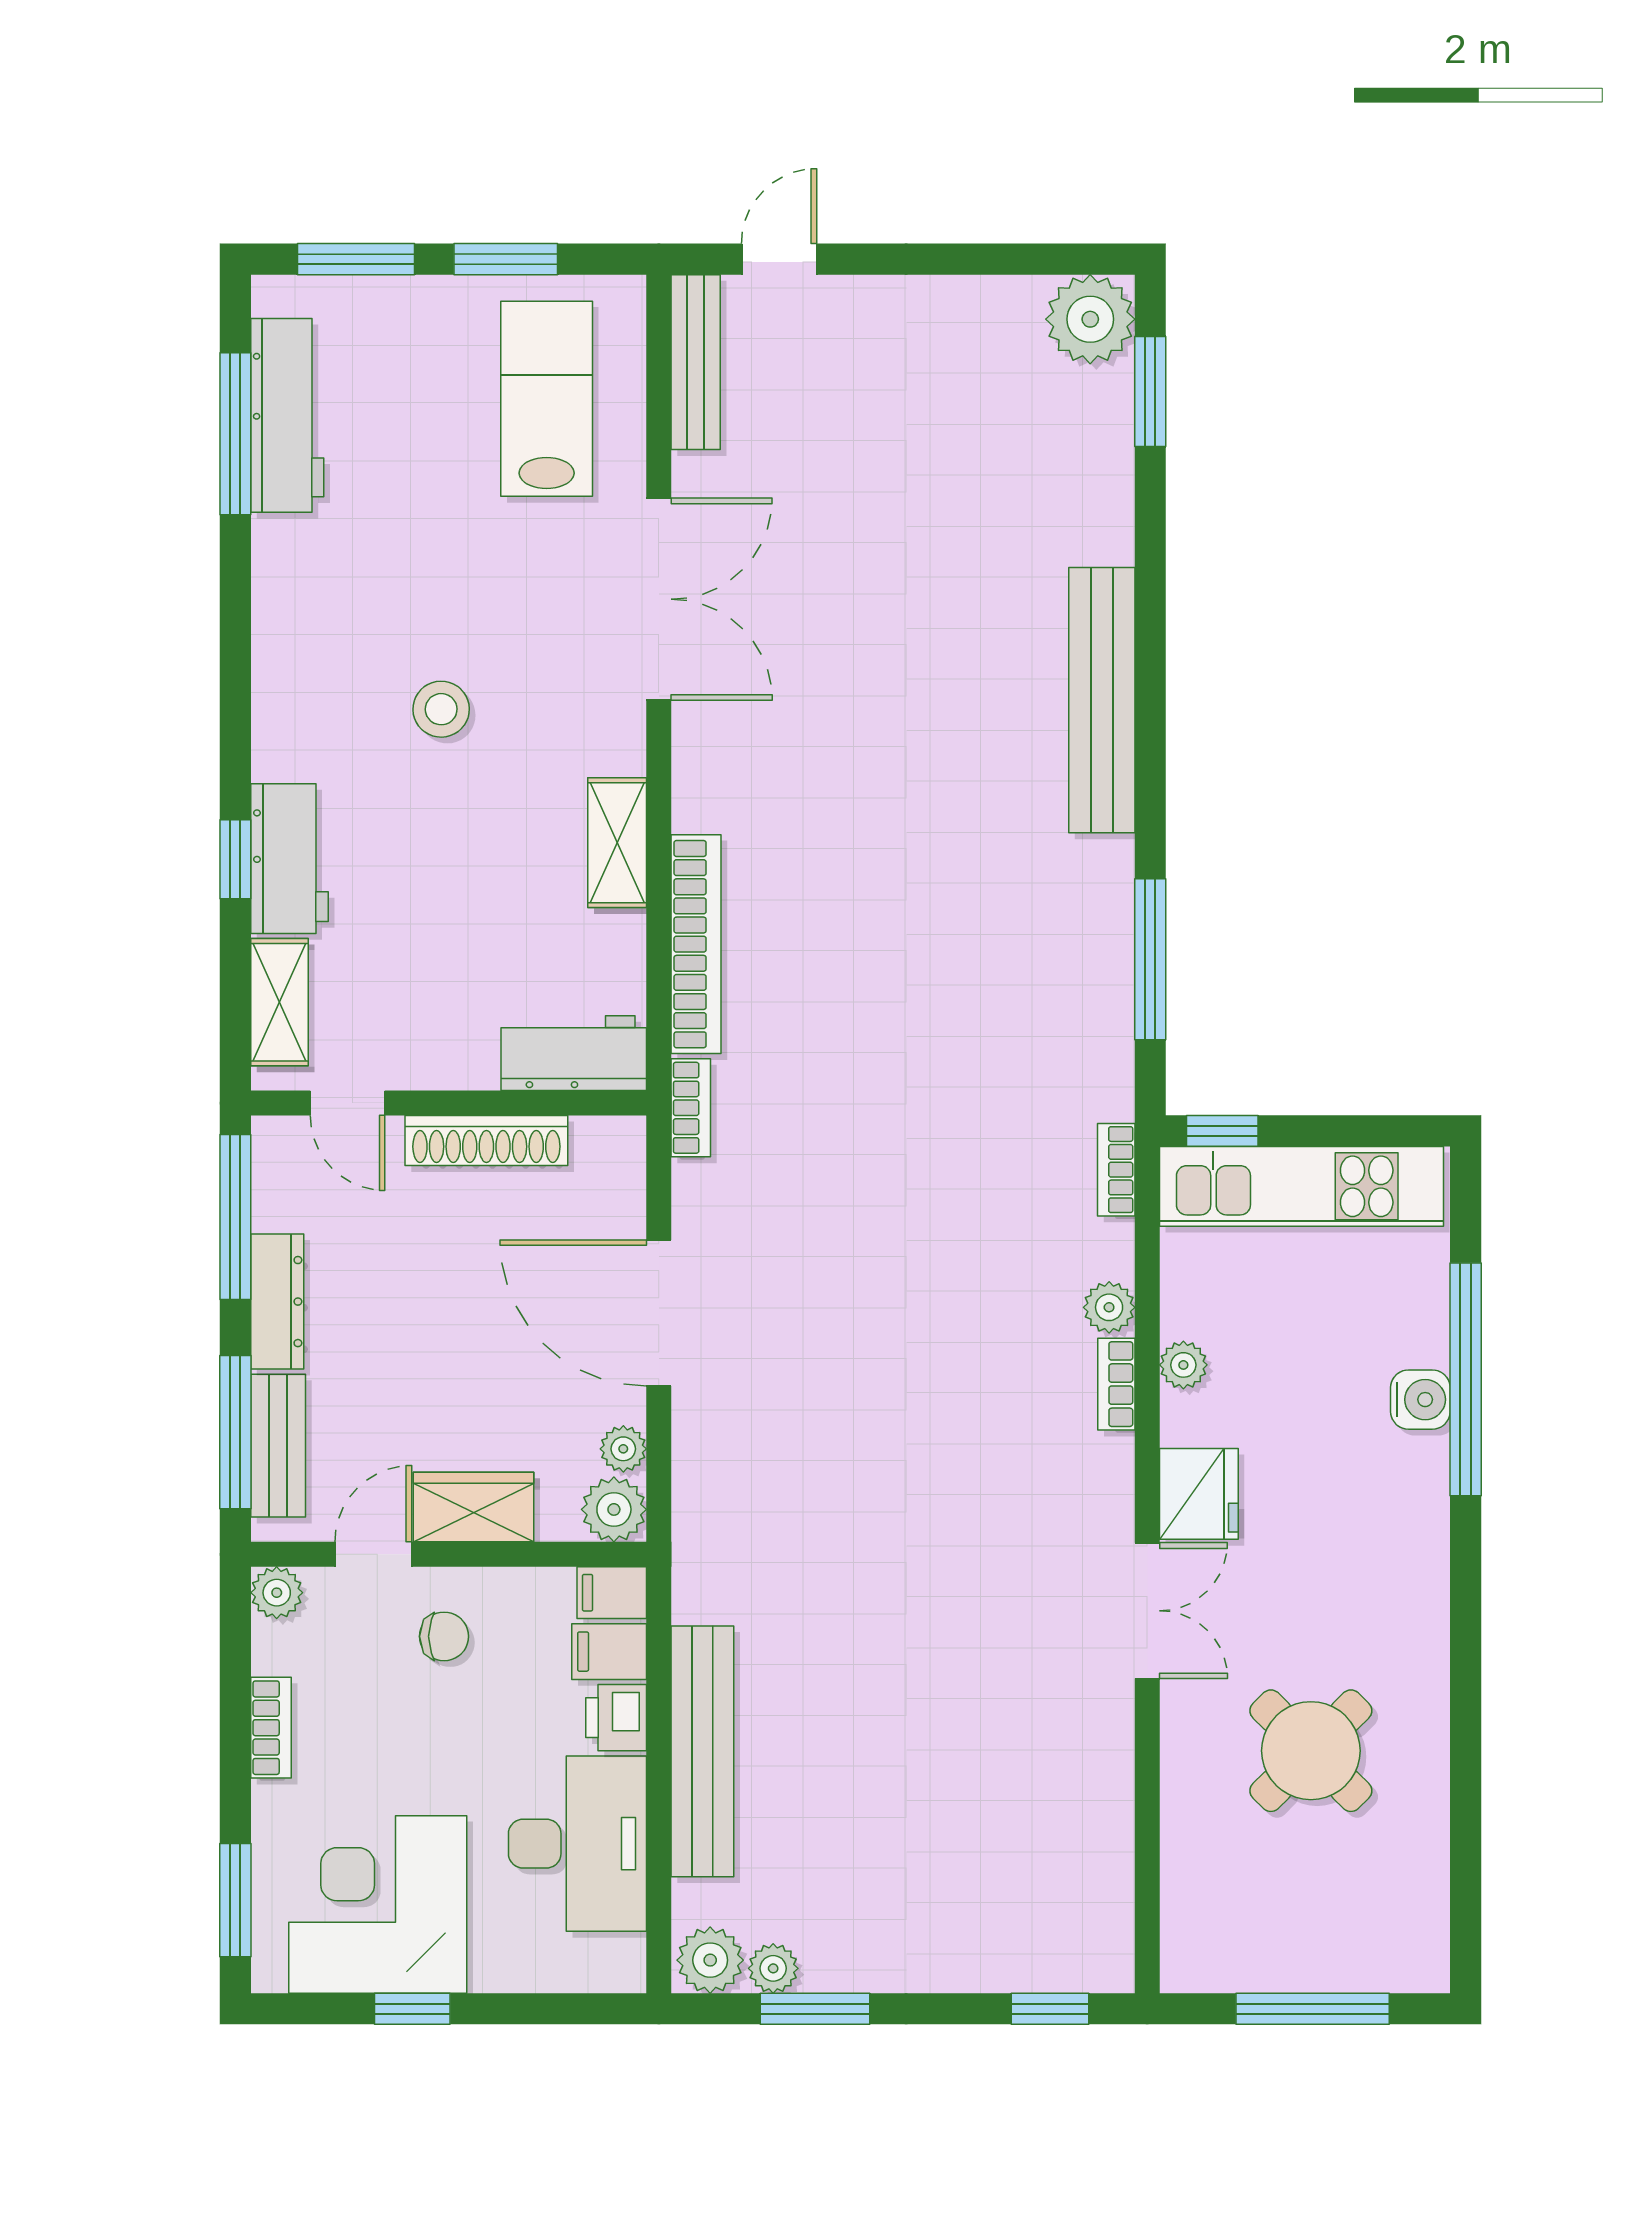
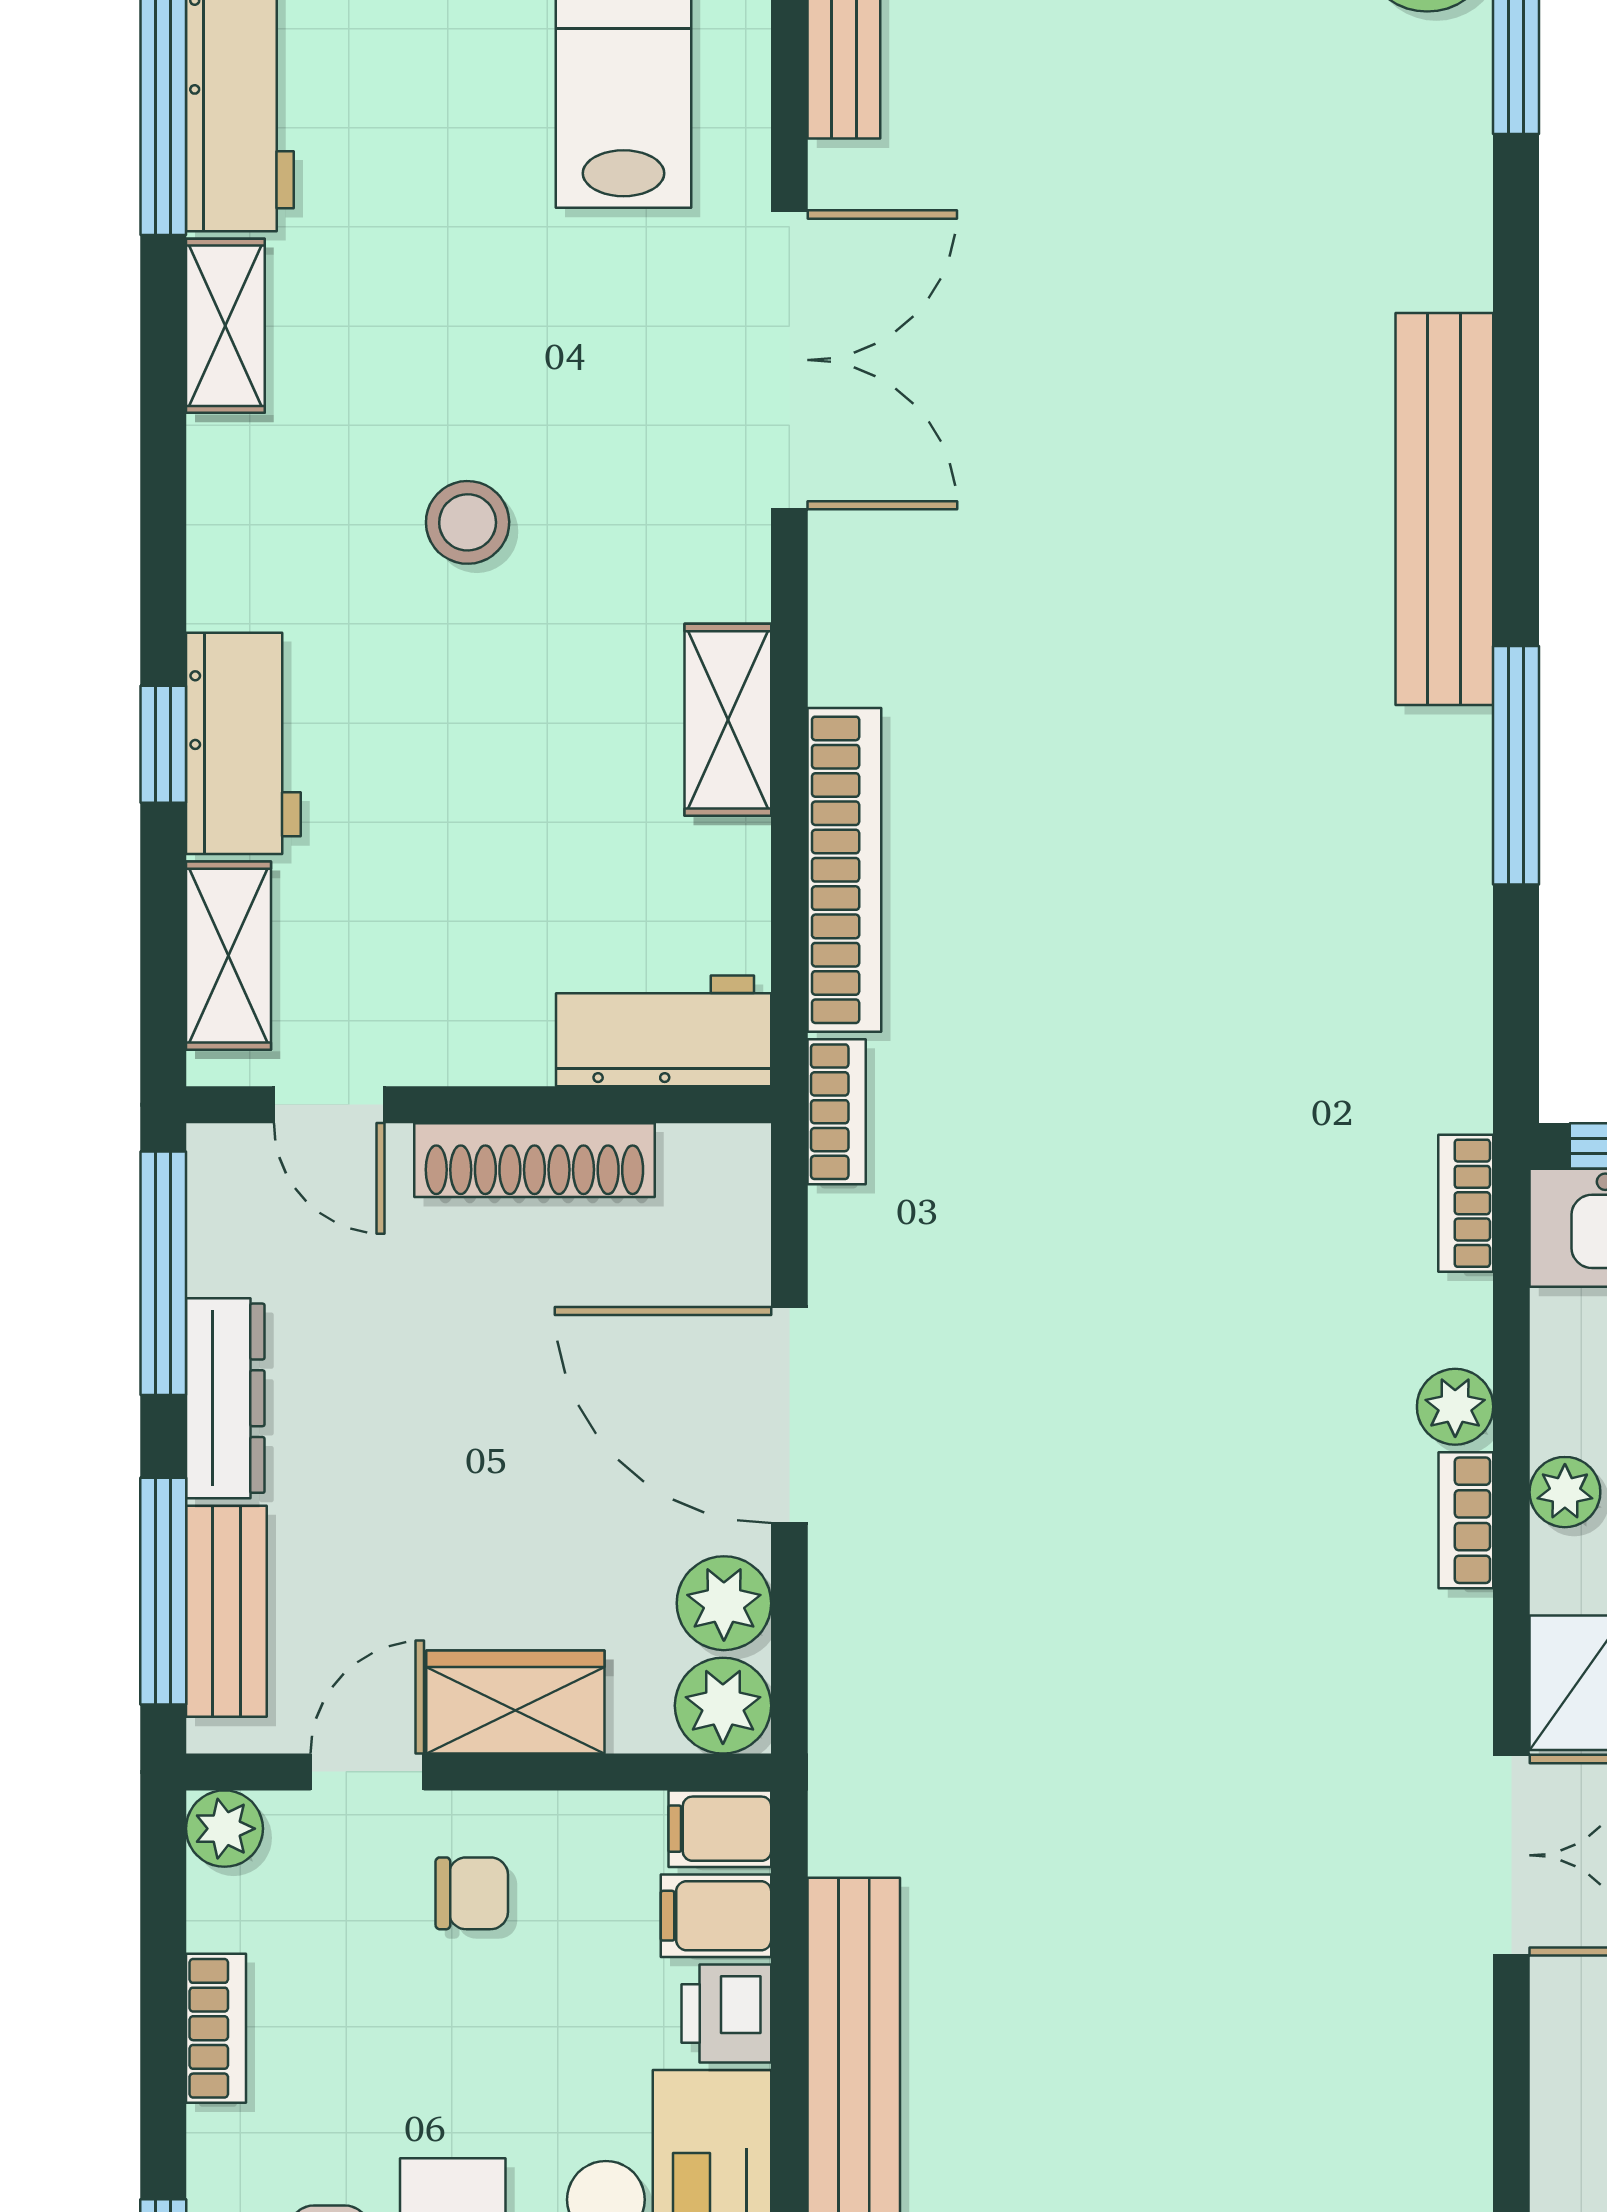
shelving: (277, 576) -> (225, 326), added
window: (1150, 959) -> (1516, 765), moved
plant: (623, 1449) -> (724, 1603), width x1.38, depth x1.38

